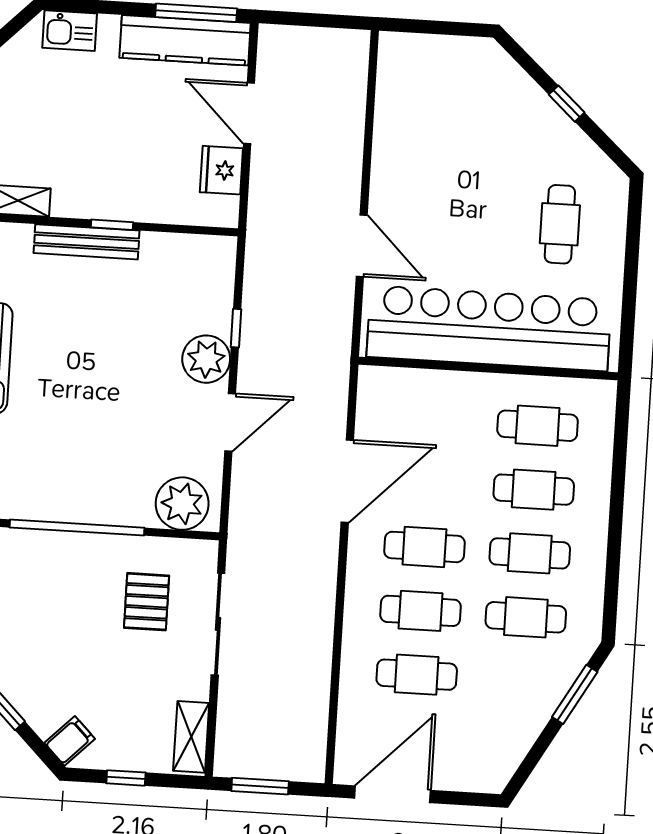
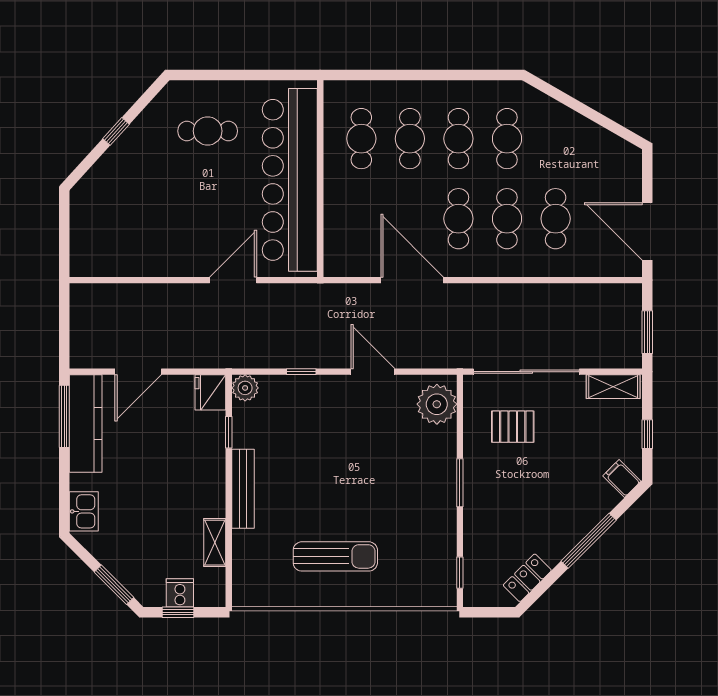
fridge: (221, 170) -> (210, 392), moved, turned 90
window: (112, 225) -> (229, 432), moved
plant: (206, 359) -> (245, 388), moved, width x0.73, depth x0.73
window: (77, 528) -> (460, 483), width x0.47
sliding door: (218, 624) -> (526, 372), width x1.36
window: (575, 694) -> (563, 98), removed

